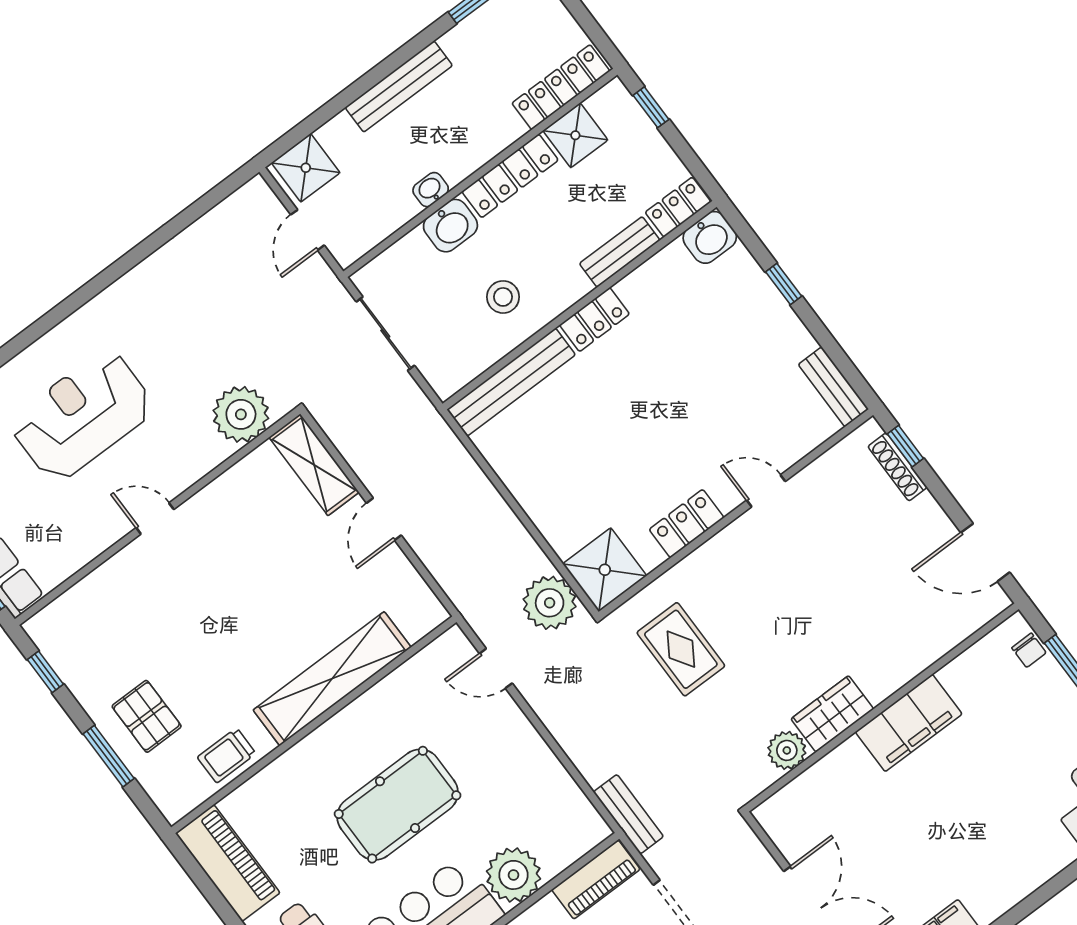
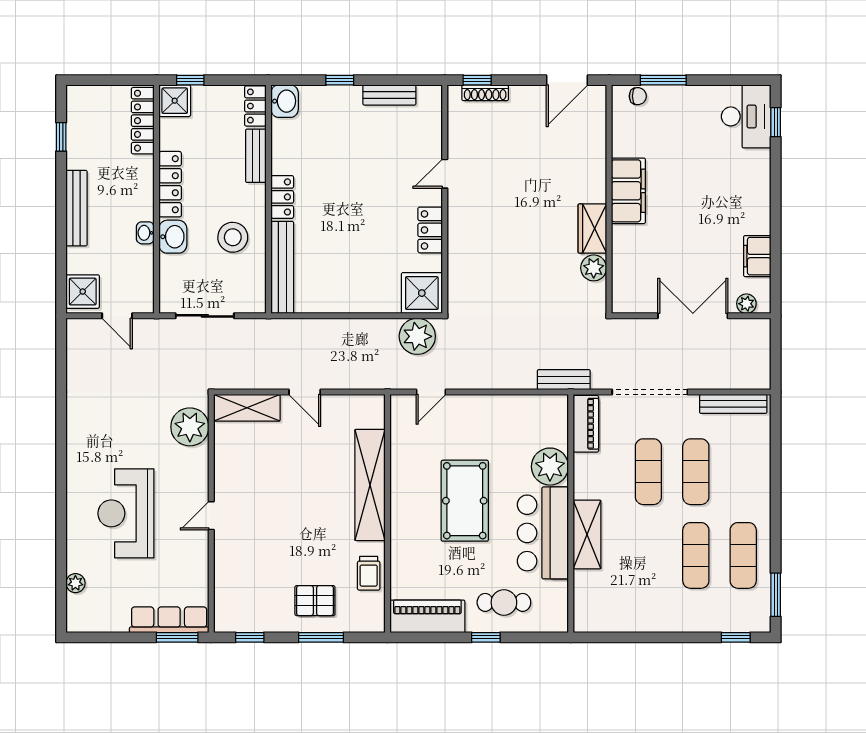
shower: (575, 135) -> (175, 101), moved
stool: (503, 297) -> (233, 237), width x1.38, depth x1.38
bench: (833, 387) -> (389, 95), moved
rug: (681, 649) -> (496, 284), removed

